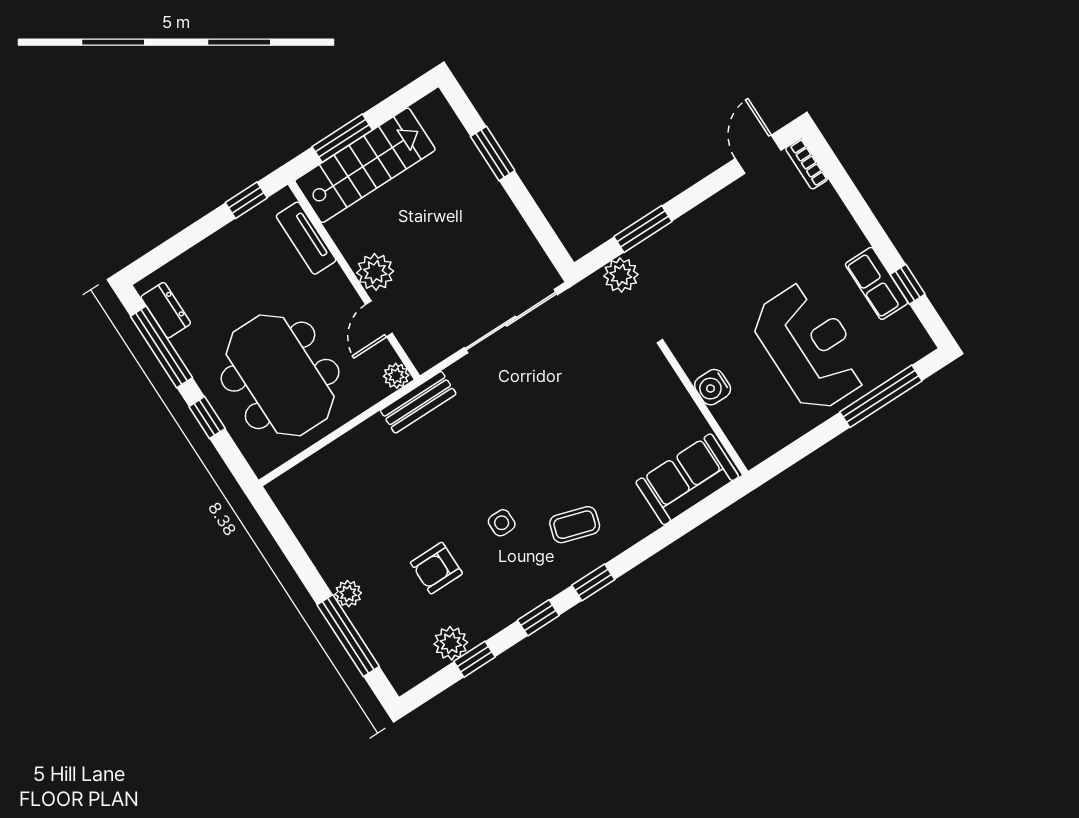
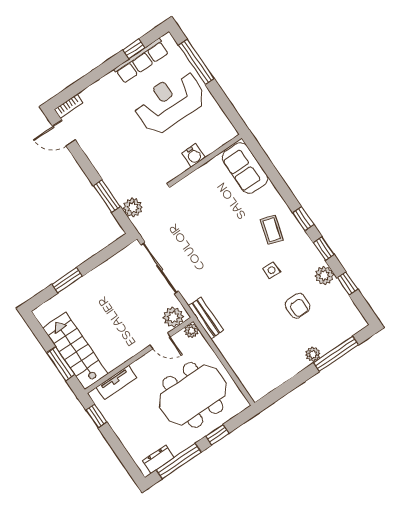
plant: (375, 272) -> (173, 317), moved
row of seats: (877, 283) -> (141, 61), width x1.48
plant: (451, 643) -> (324, 276), moved

